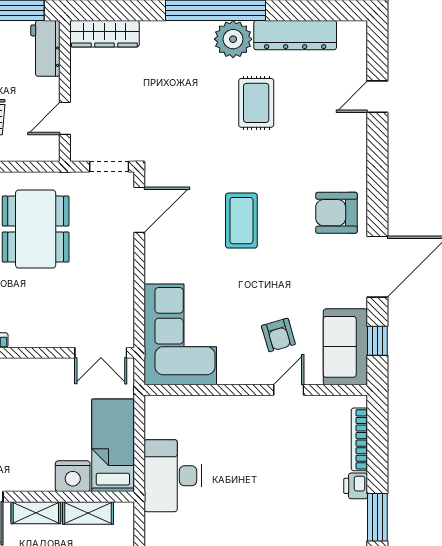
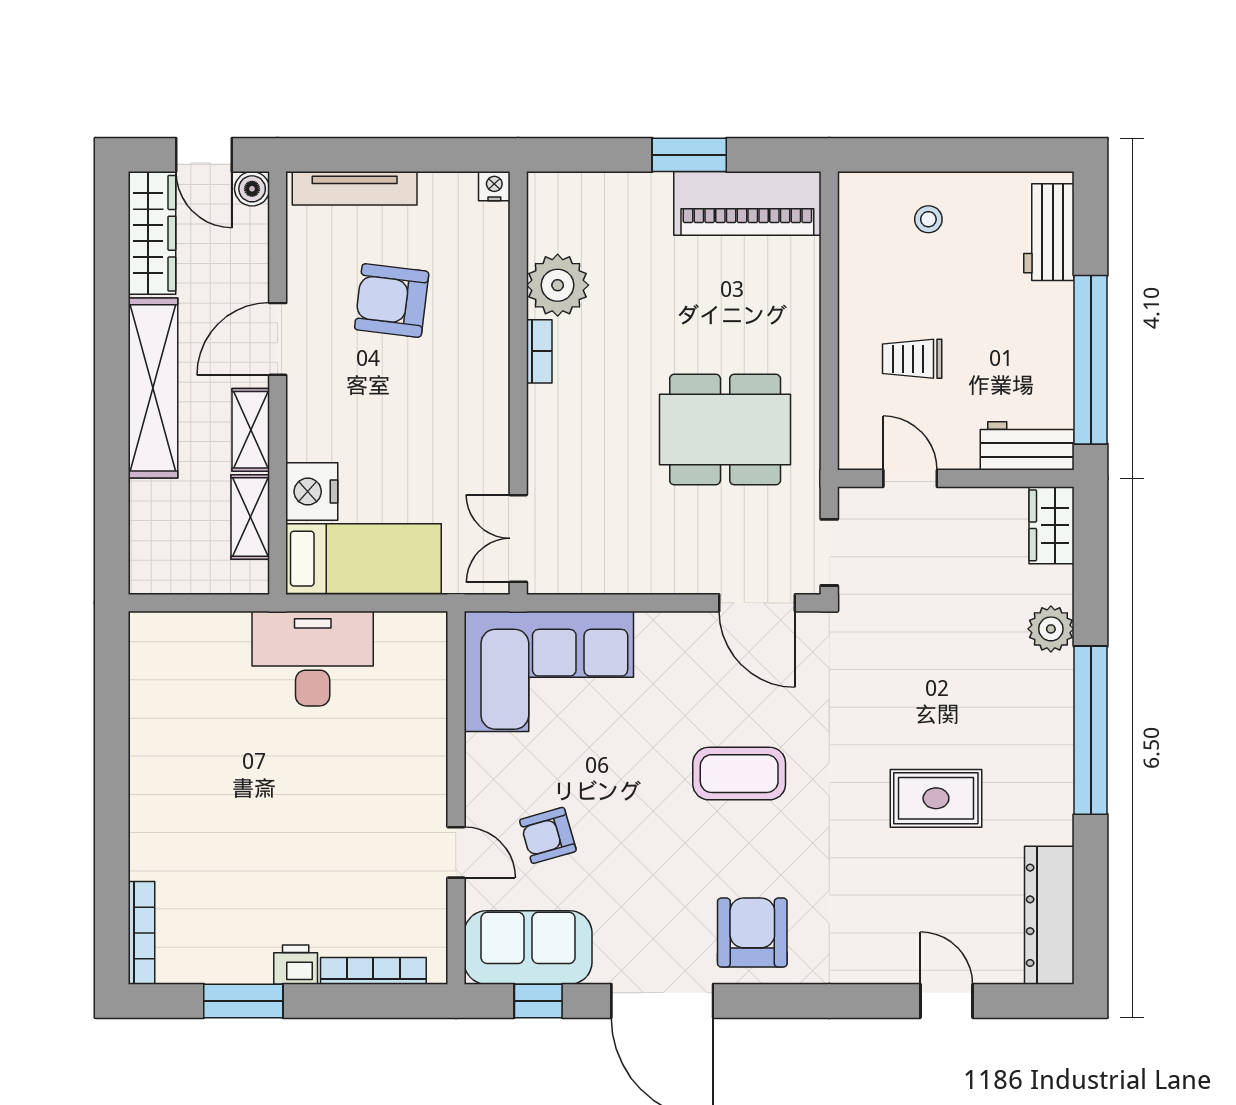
wardrobe: (104, 34) -> (1052, 525), width x0.67
dresser: (295, 35) -> (1049, 915), moved
plant: (233, 39) -> (1051, 629), moved, width x0.73, depth x0.73

